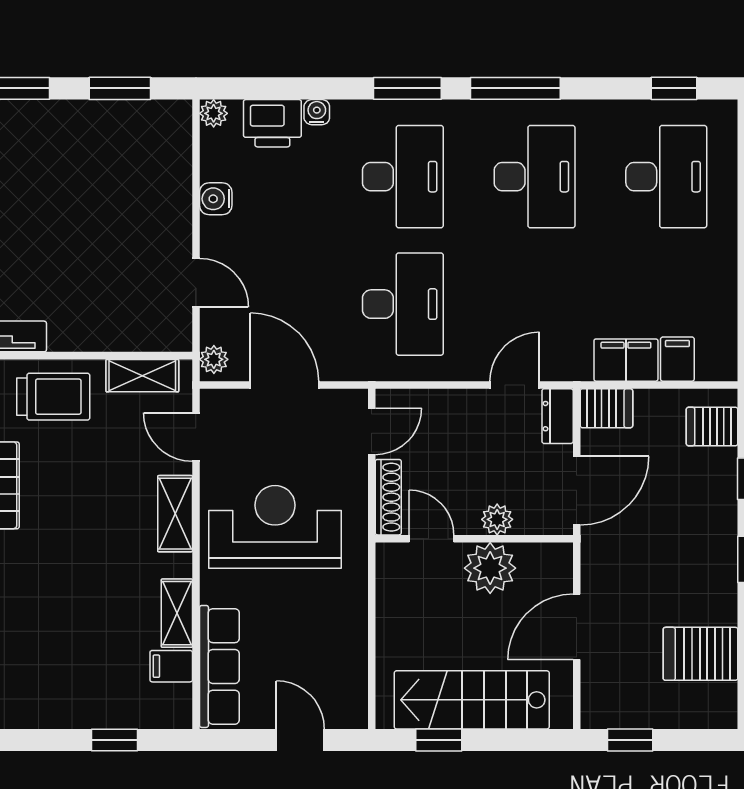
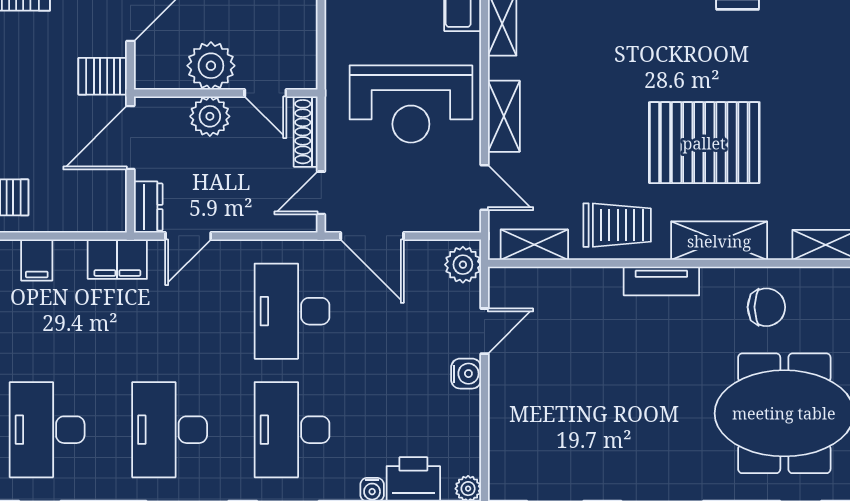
water cooler: (216, 199) -> (466, 374), moved
door: (196, 283) -> (484, 331), swing flipped
plant: (214, 359) -> (463, 265), width x1.38, depth x1.38
filing cabinet: (626, 360) -> (117, 259), moved
door: (285, 385) -> (372, 236), moved
trolley: (53, 397) -> (617, 225), turned 180
server rack: (606, 408) -> (103, 76), moved
plant: (497, 519) -> (210, 116), width x1.38, depth x1.38

